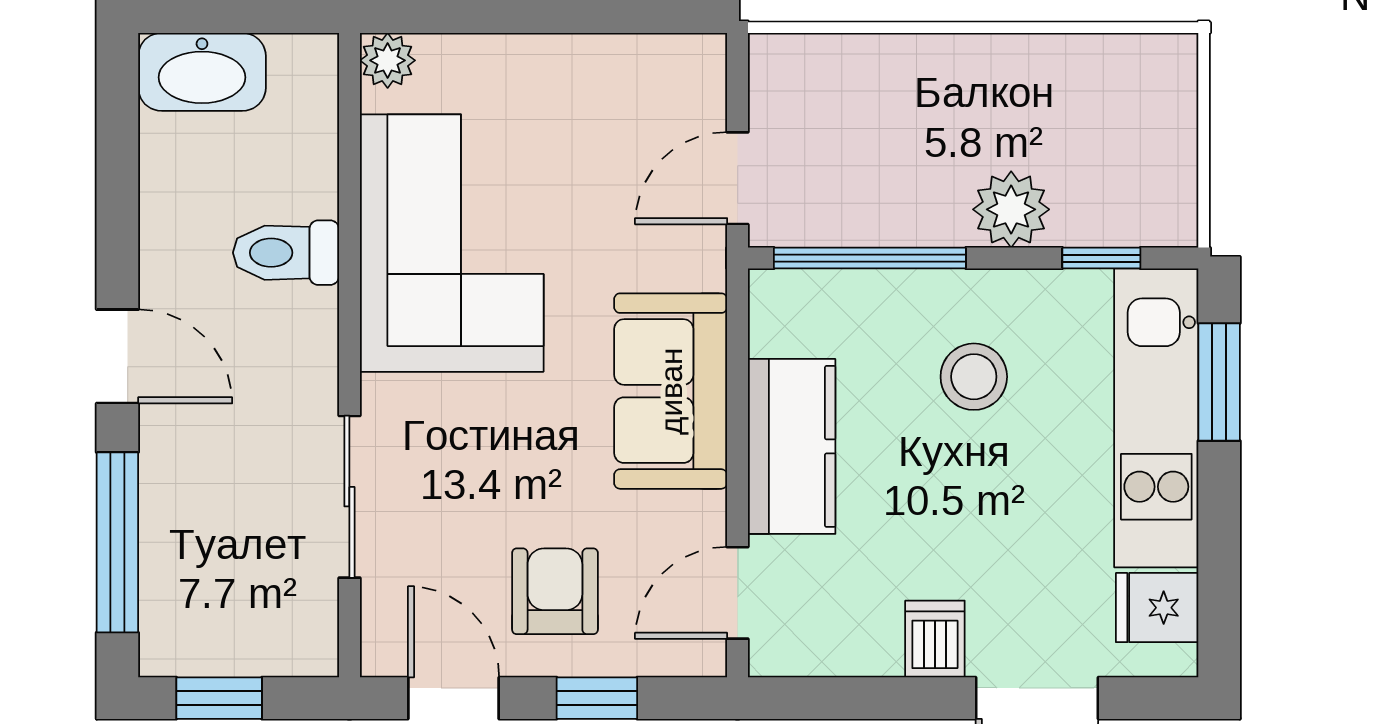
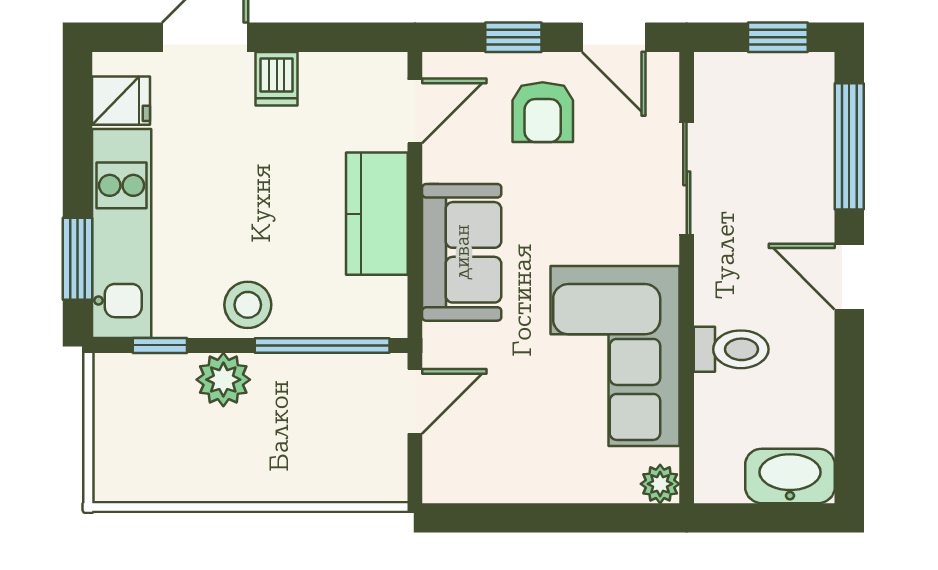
stool: (974, 377) -> (248, 305), moved

